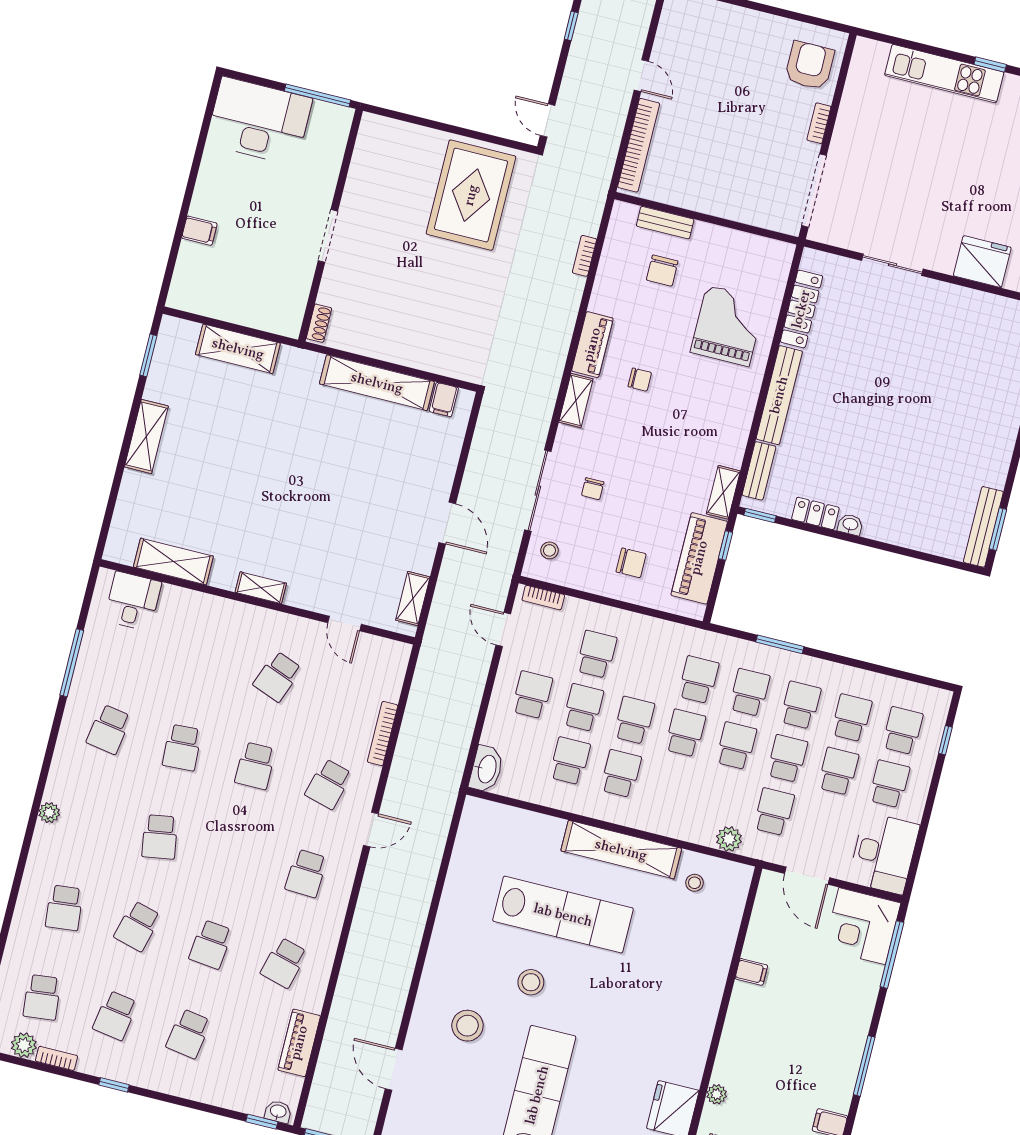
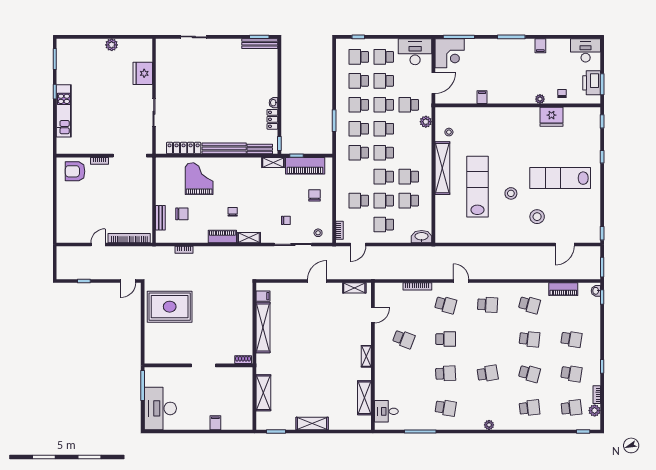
grand piano: (728, 326) -> (199, 179), turned 90

